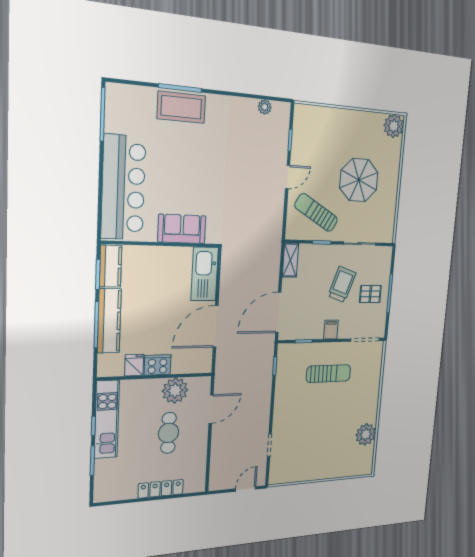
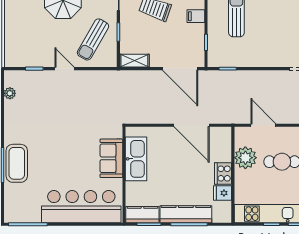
kitchen sink: (205, 274) -> (136, 159), moved, turned -90

